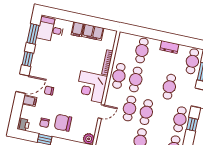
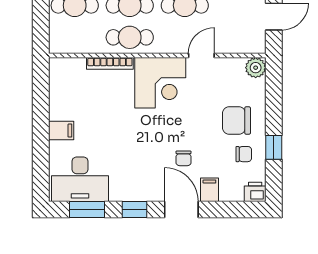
desk: (51, 30) -> (80, 179), width x1.37
filing cabinet: (93, 32) -> (61, 101), removed
door: (101, 112) -> (201, 55), hinge flipped
chair: (63, 123) -> (236, 121), turned 90

